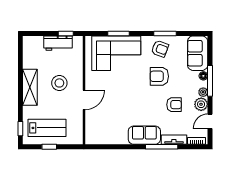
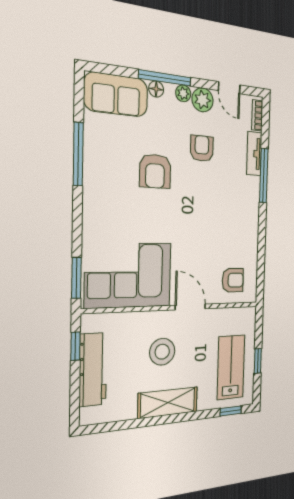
window: (118, 33) -> (76, 278), moved
window: (165, 33) -> (78, 154), width x1.44
workbench: (58, 43) -> (93, 369), width x1.37
armchair: (160, 49) -> (233, 280), moved, turned 70
corner sofa: (116, 53) -> (129, 275), moved, turned -90
sofa: (144, 135) -> (246, 203), removed

